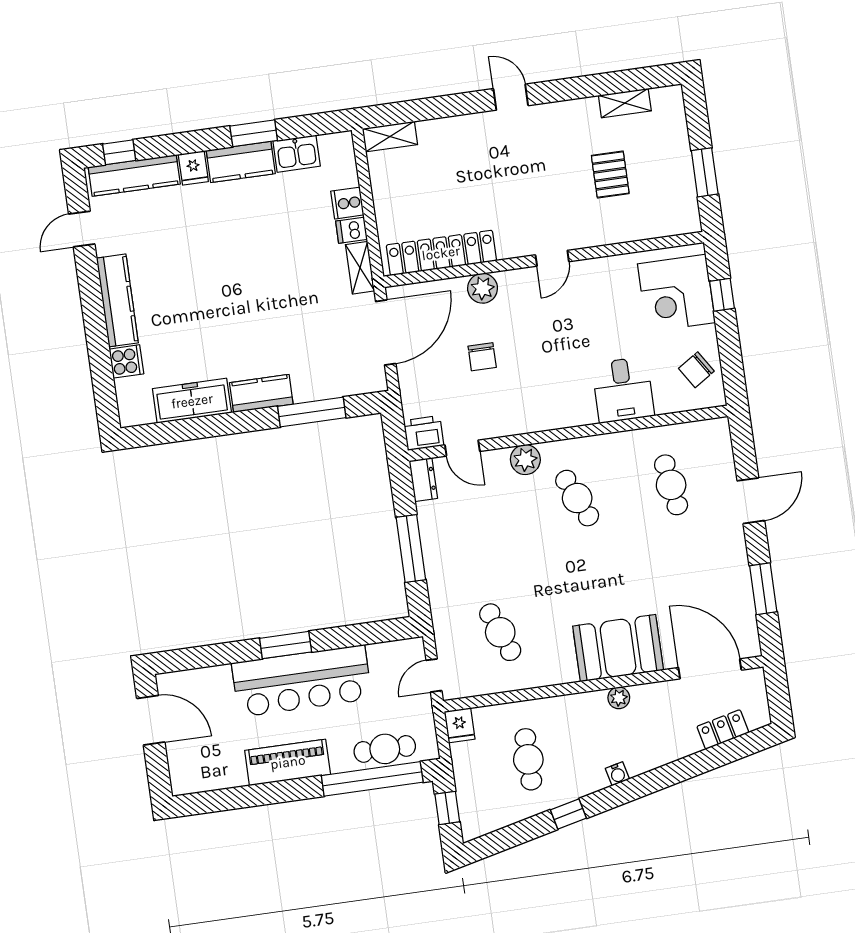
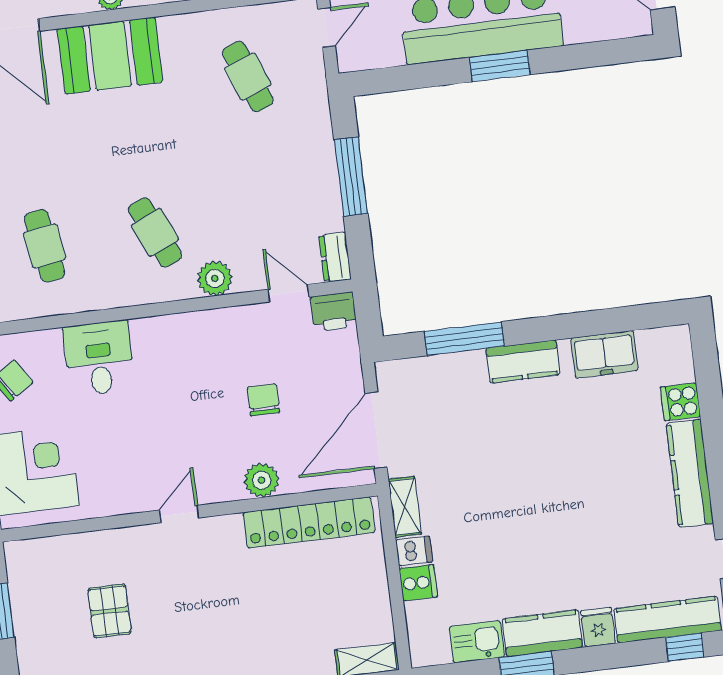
freezer: (192, 401) -> (604, 354), width x0.71

